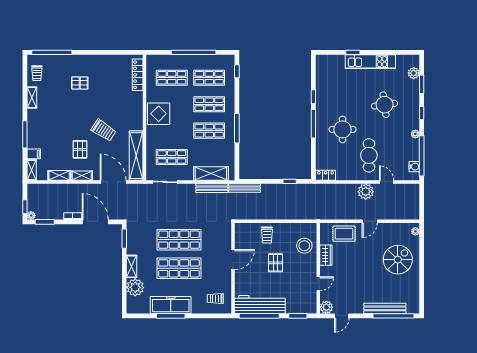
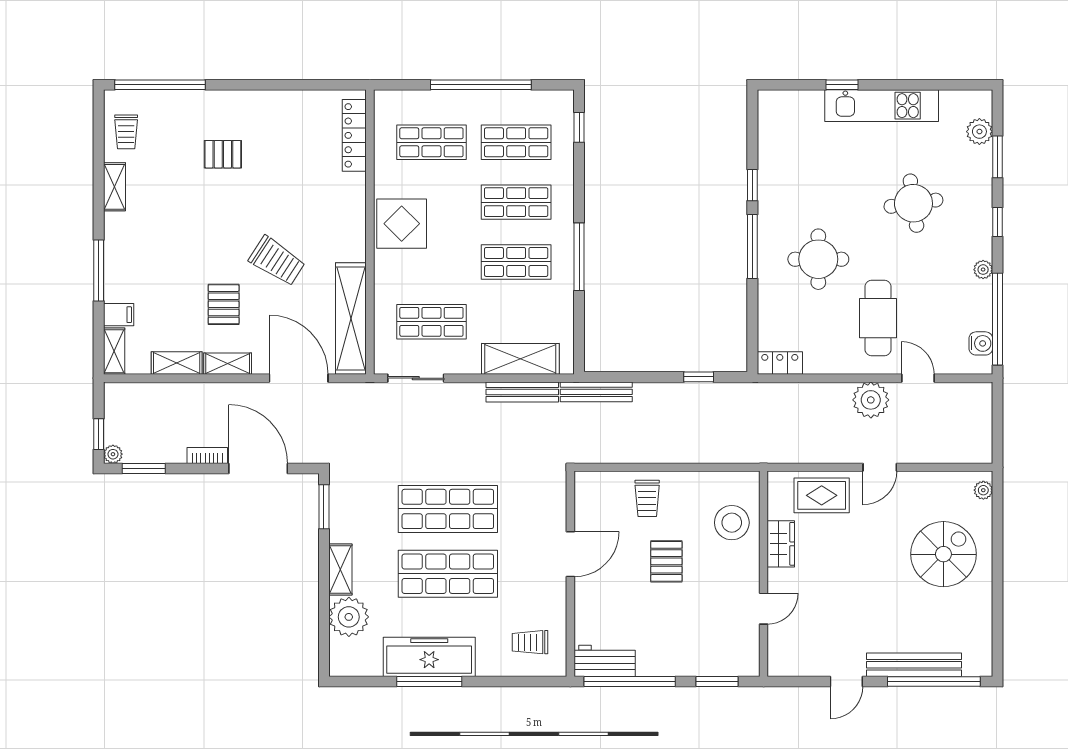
workbench: (260, 304) -> (605, 661), width x0.53, depth x0.76
plant: (326, 307) -> (782, 662), removed
door: (342, 316) -> (846, 681), moved

